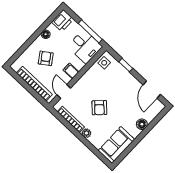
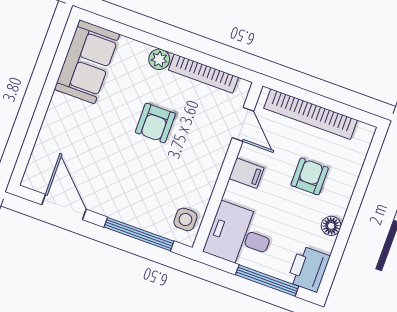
window: (90, 31) -> (267, 280), moved
armchair: (46, 58) -> (310, 176), turned -145
window: (126, 65) -> (139, 234), width x2.17
armchair: (99, 108) -> (155, 123), turned -135
floor lamp: (142, 124) -> (53, 127), removed

